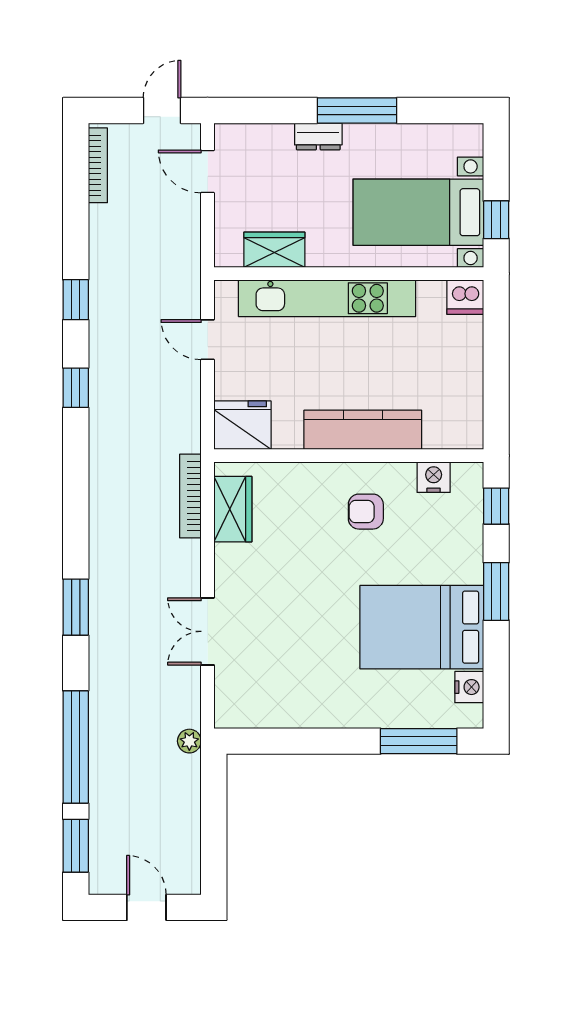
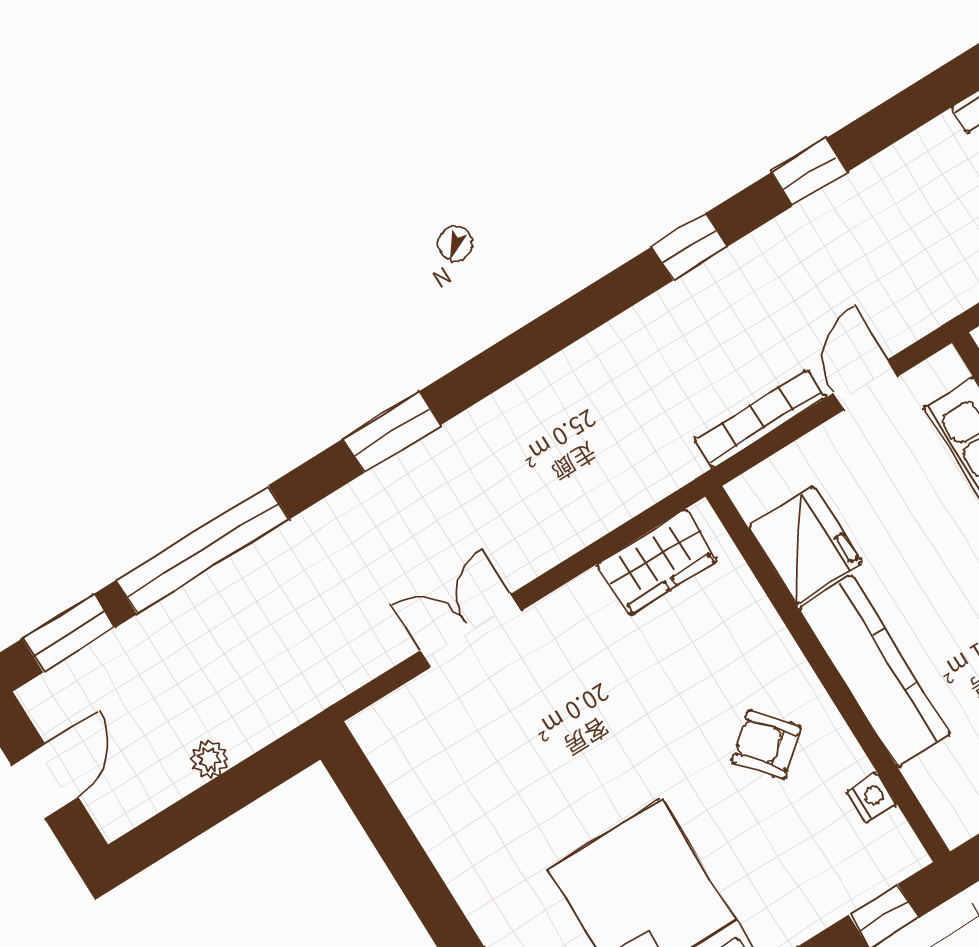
fridge: (242, 425) -> (805, 545), moved
nightstand: (434, 477) -> (872, 798), width x0.72, depth x0.74
bookcase: (190, 496) -> (760, 419), moved
armchair: (366, 512) -> (766, 744), turned -40
plant: (189, 741) -> (210, 759), moved

